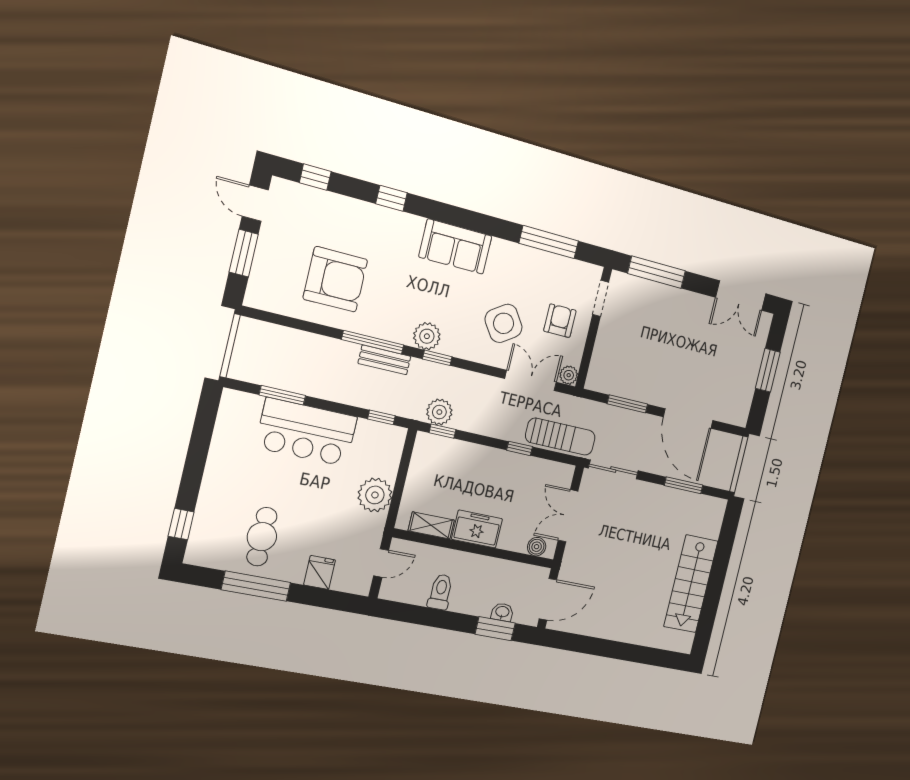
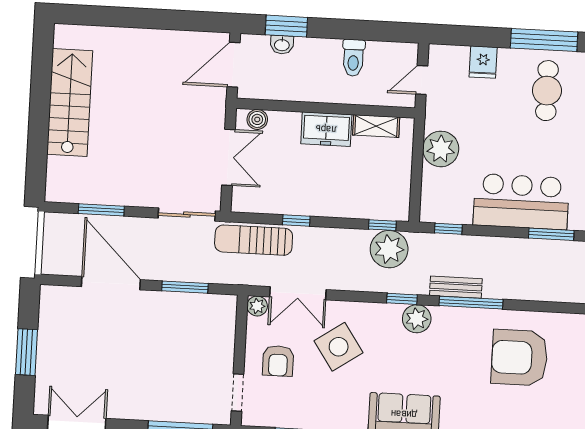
plant: (439, 412) -> (389, 249), width x1.36, depth x1.36

